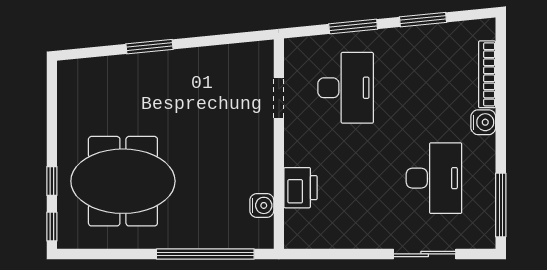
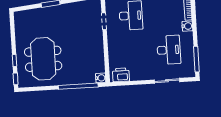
meeting table: (123, 181) -> (43, 59), turned 90
printer: (300, 188) -> (121, 75), moved, turned -90
water cooler: (262, 205) -> (101, 78), moved

